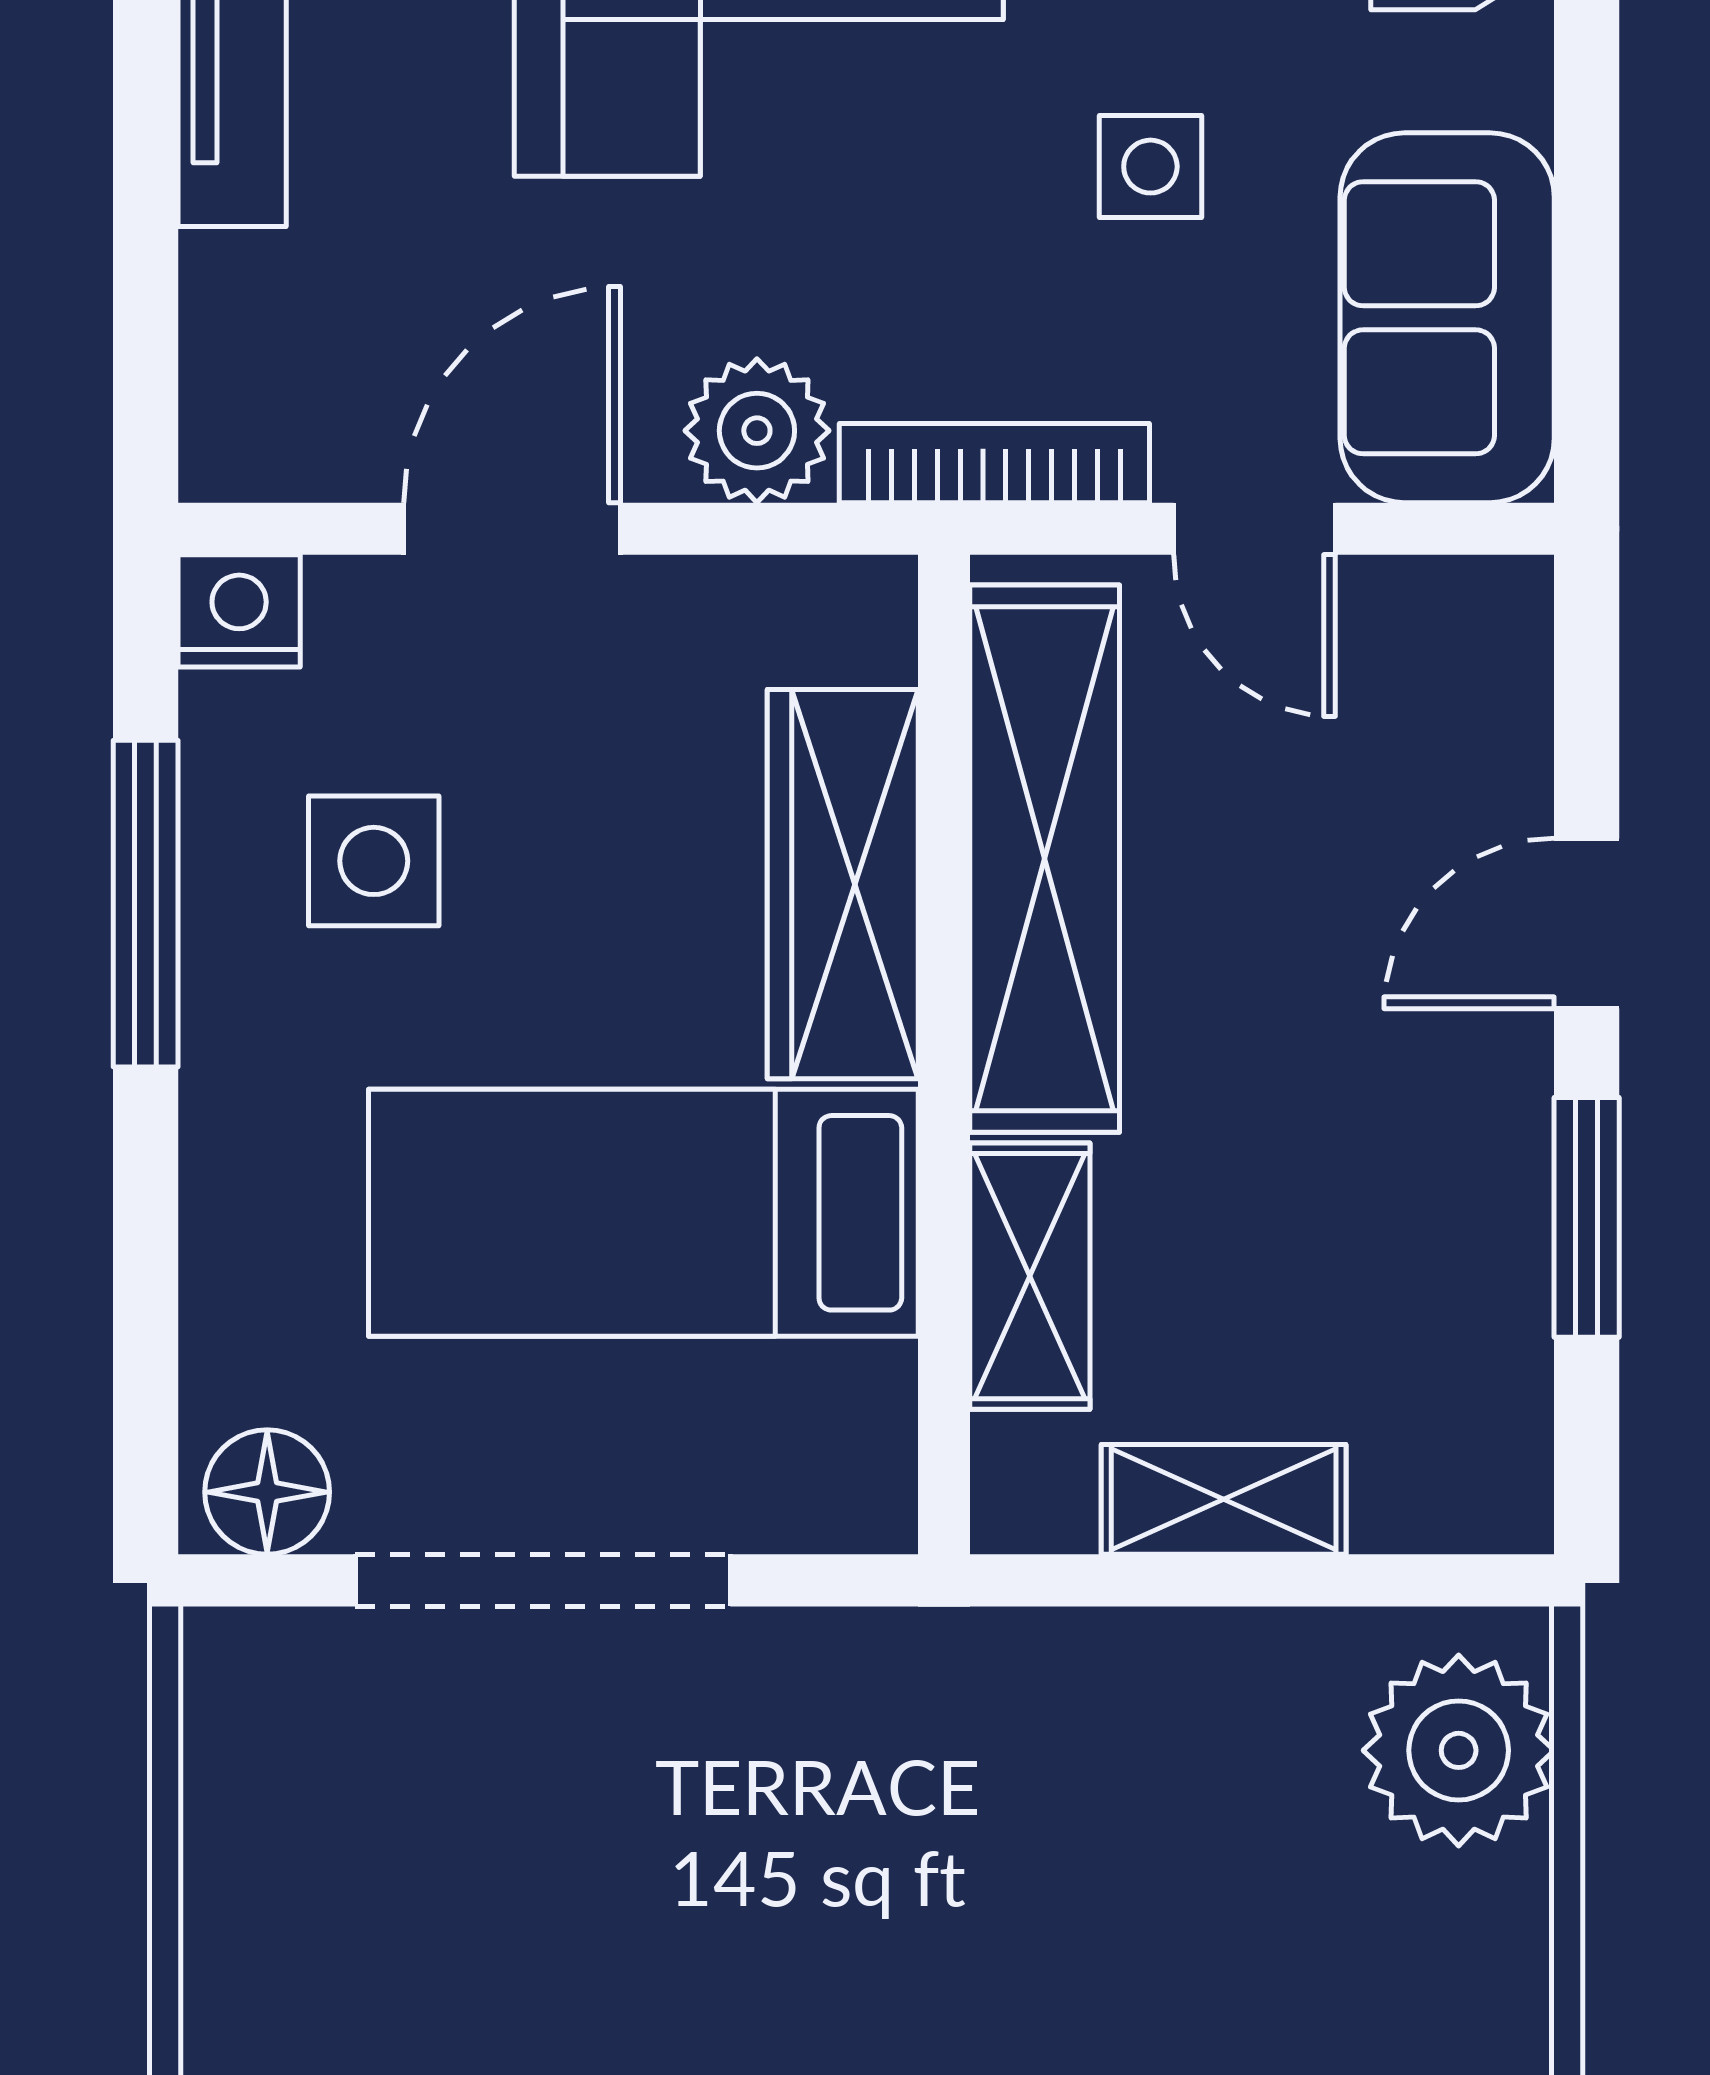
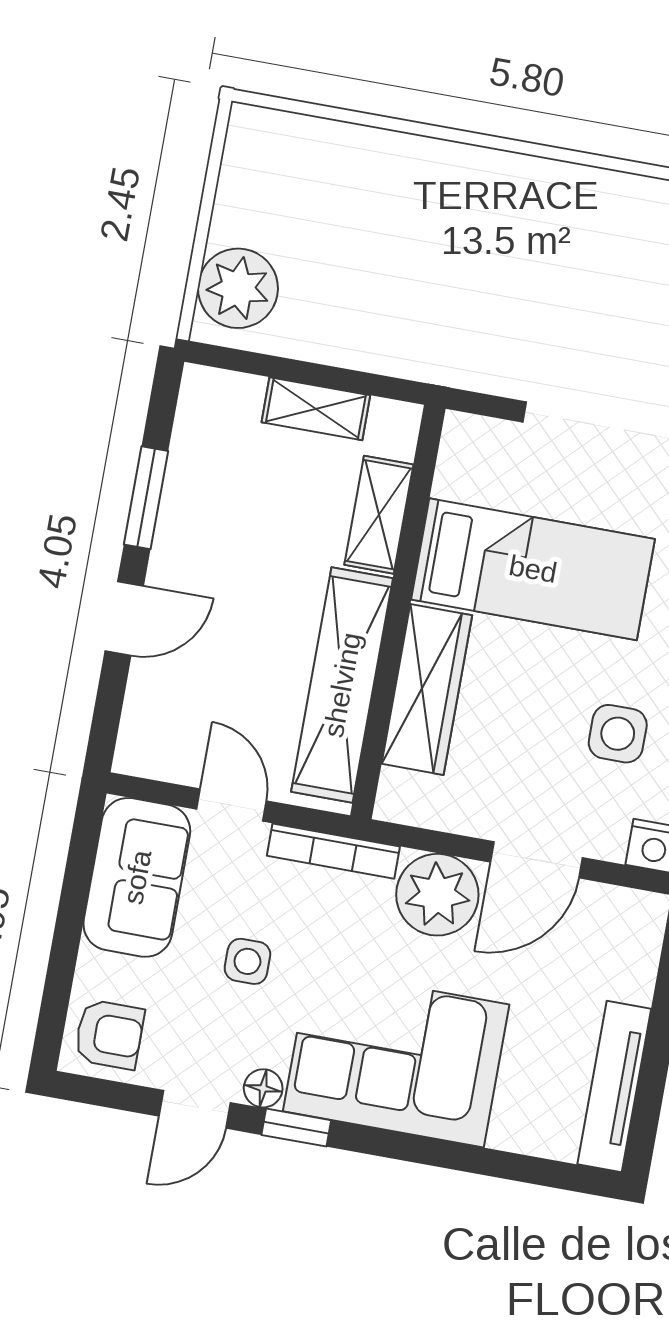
plant: (757, 431) -> (437, 895), width x1.36, depth x1.36

